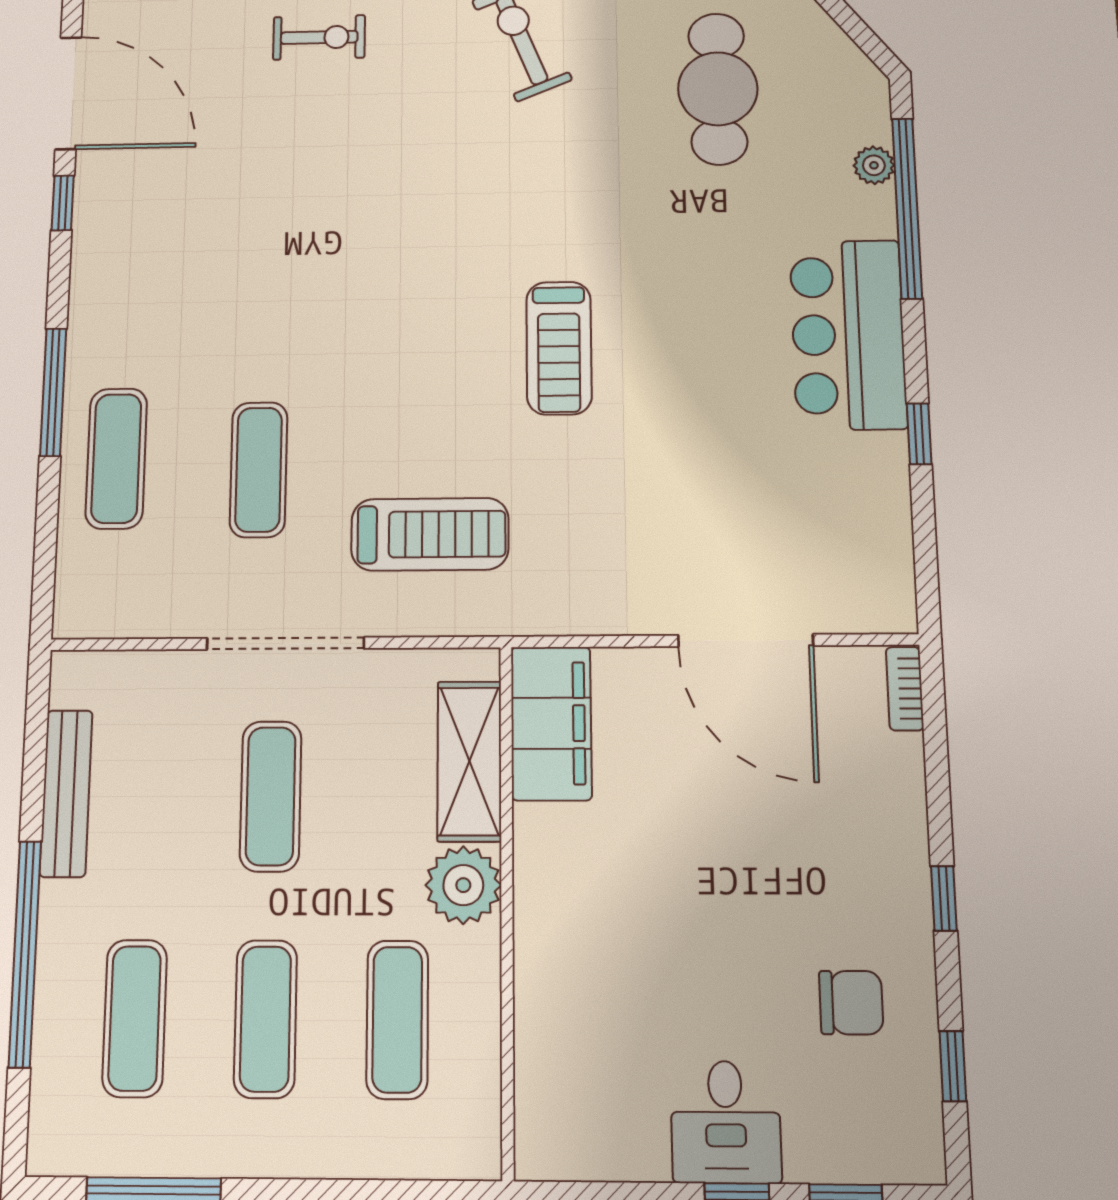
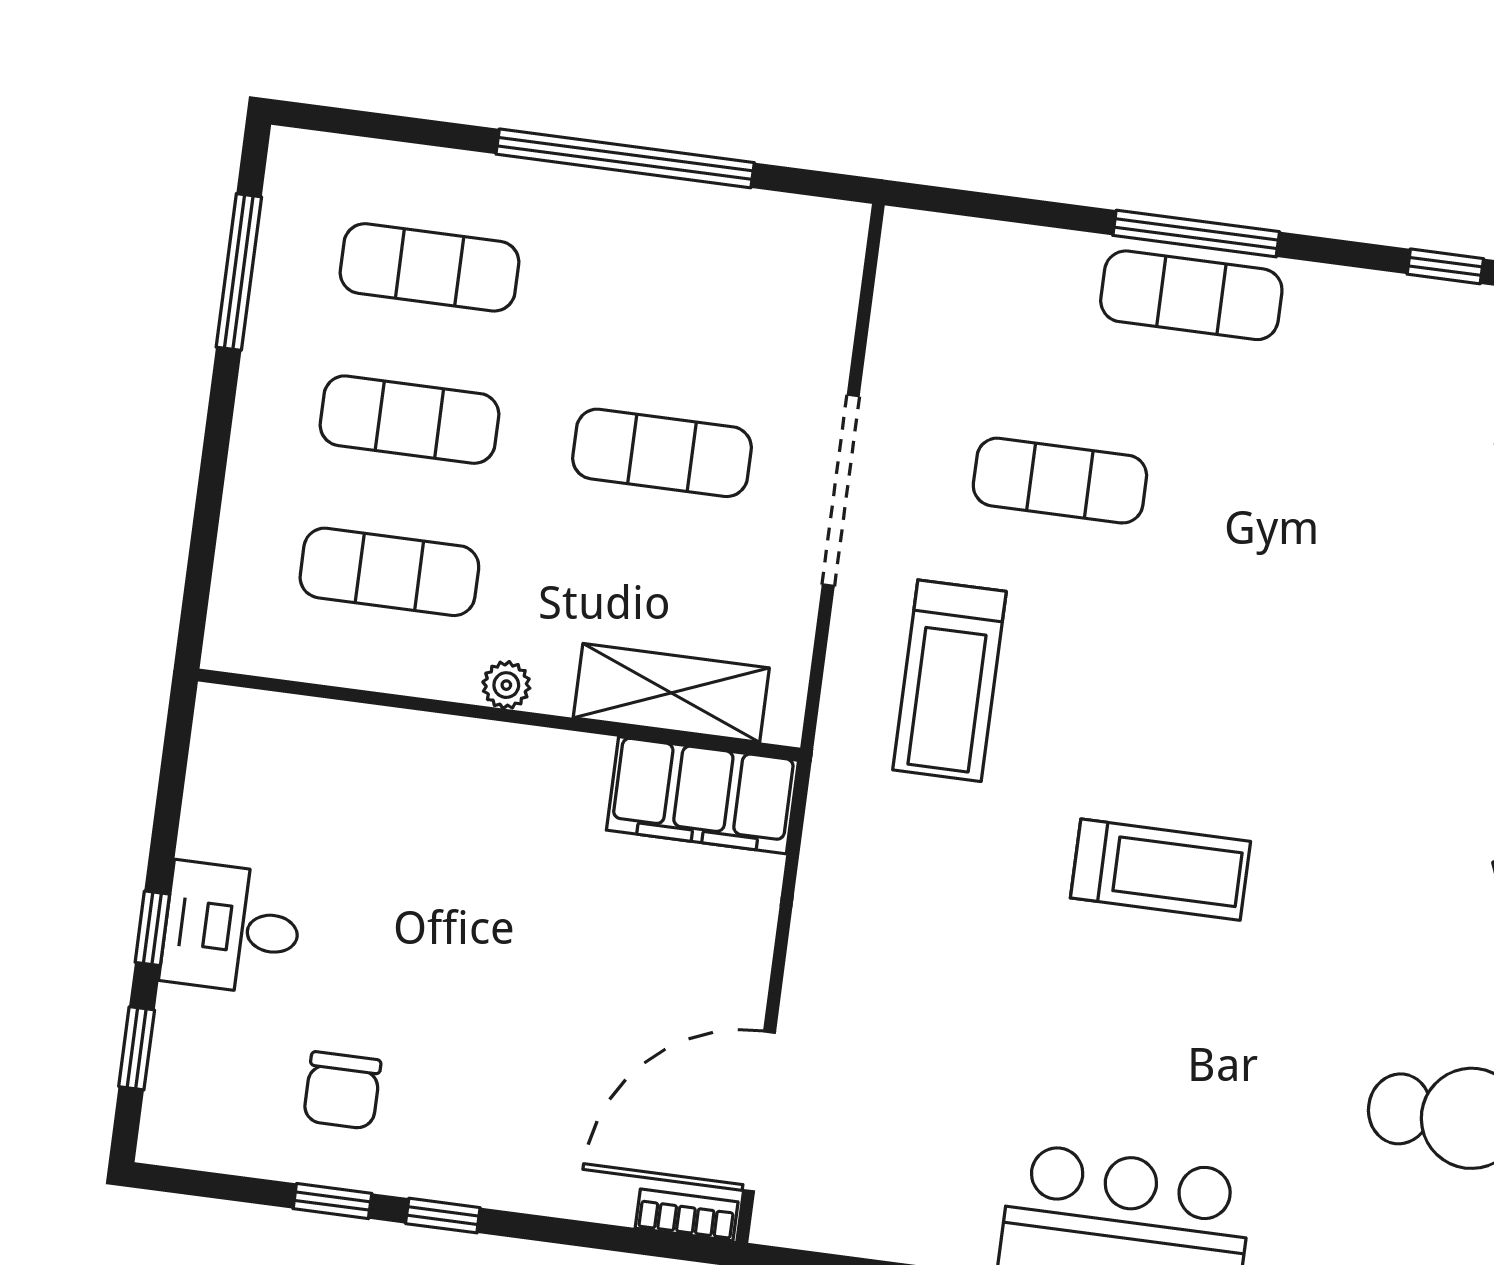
treadmill: (559, 348) -> (1160, 870), turned 180
exercise mat: (116, 458) -> (1191, 295), moved
door: (746, 641) -> (759, 1111), moved
bench: (66, 793) -> (698, 209), removed
plant: (463, 885) -> (506, 685), width x0.53, depth x0.53
window: (25, 953) -> (625, 158), moved
window: (953, 1066) -> (332, 1201), moved

